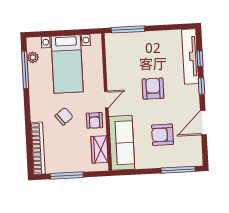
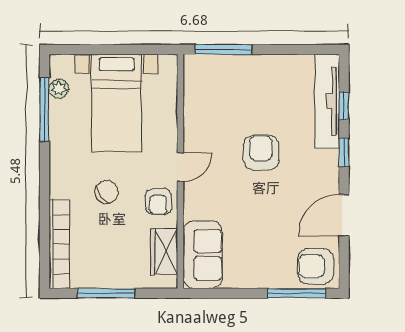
armchair: (163, 135) -> (316, 266), moved
sofa: (122, 143) -> (203, 255), width x0.73

